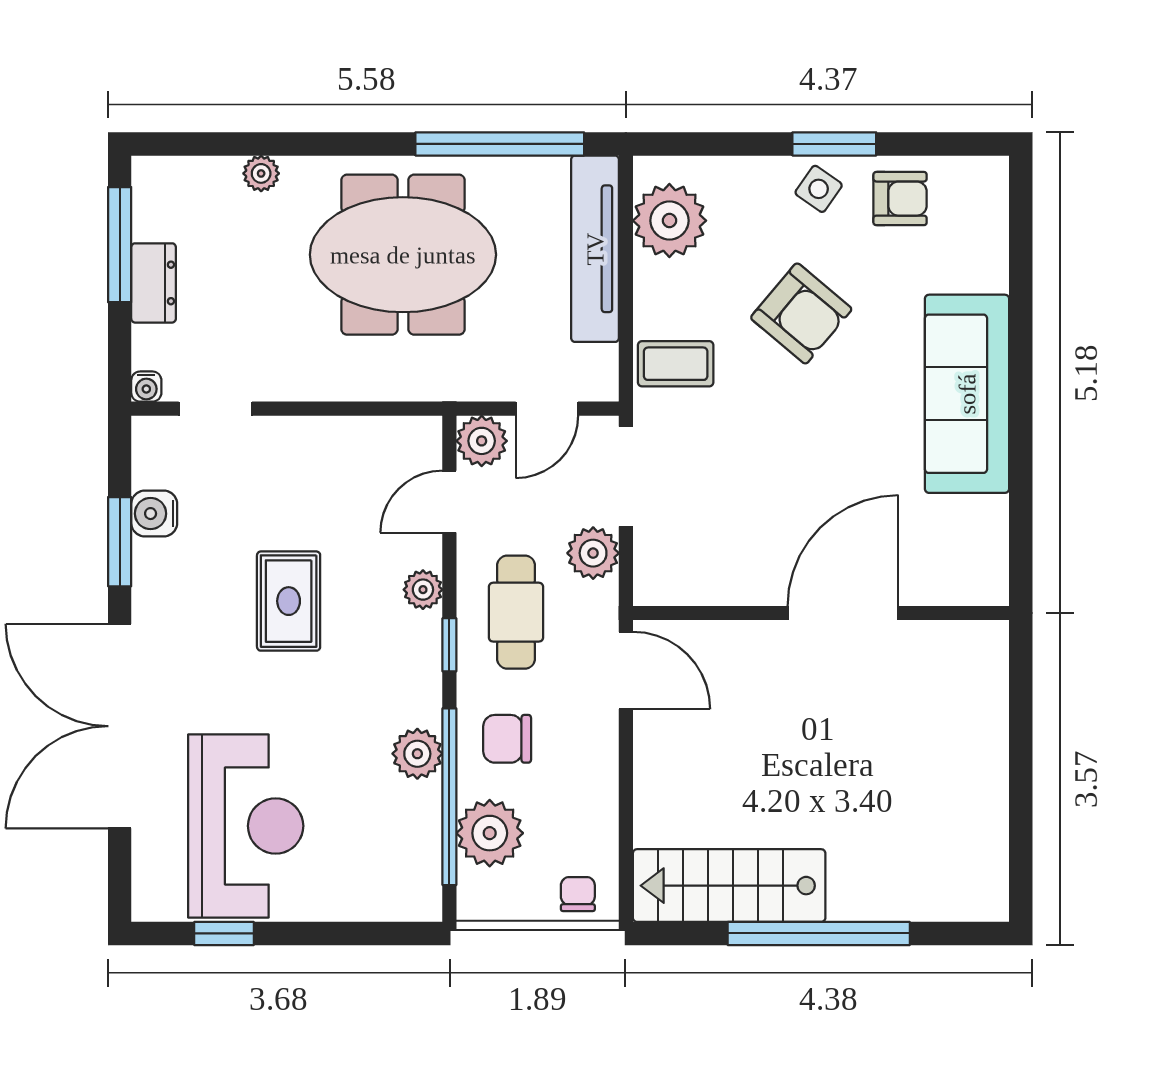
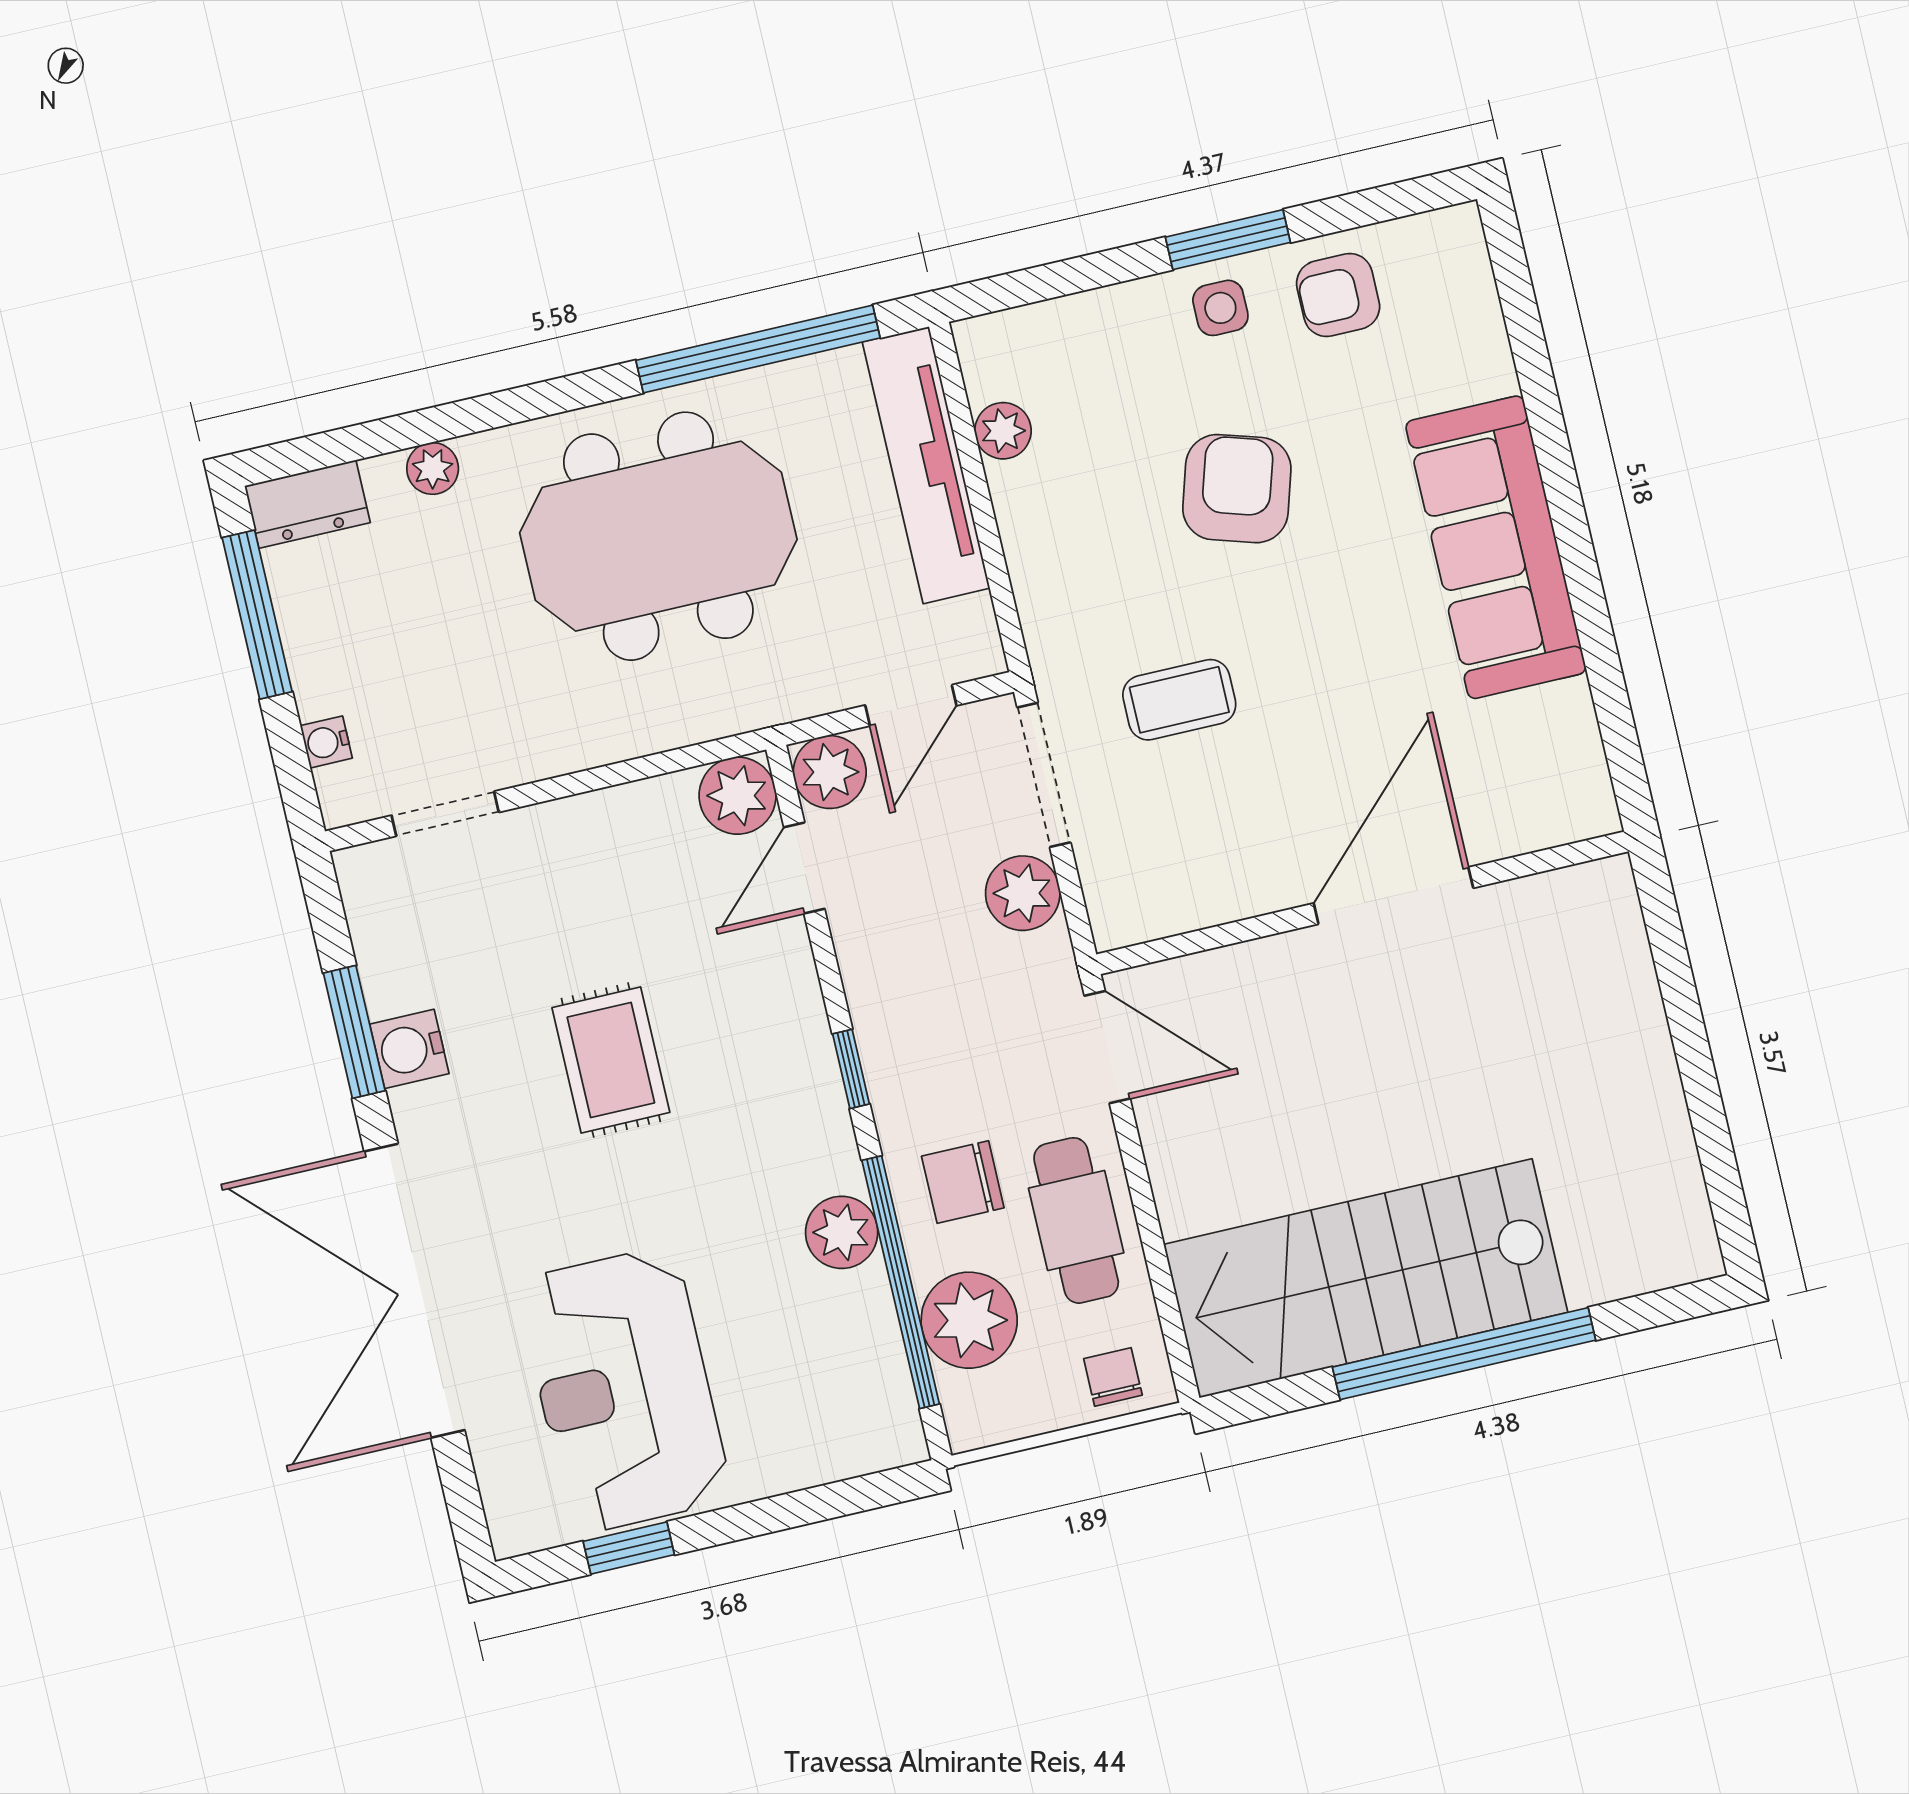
side table: (819, 189) -> (1220, 308), turned -35
armchair: (900, 199) -> (1338, 295), turned 180
plant: (669, 221) -> (1003, 431), width x0.53, depth x0.53
dresser: (154, 283) -> (307, 504), moved, turned 90
armchair: (801, 313) -> (1237, 489), turned -113
coffee table: (676, 364) -> (1179, 700), moved
water cooler: (146, 387) -> (326, 742), moved, turned 90
water cooler: (154, 514) -> (409, 1049), moved
plant: (423, 590) -> (738, 796), moved, width x1.38, depth x1.38
cafe table: (516, 612) -> (1076, 1220), moved
reception desk: (246, 826) -> (624, 1390), turned 180
stairs: (729, 886) -> (1366, 1278), width x1.36, depth x1.51

